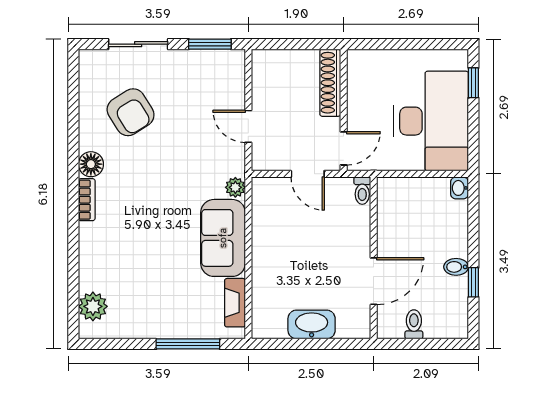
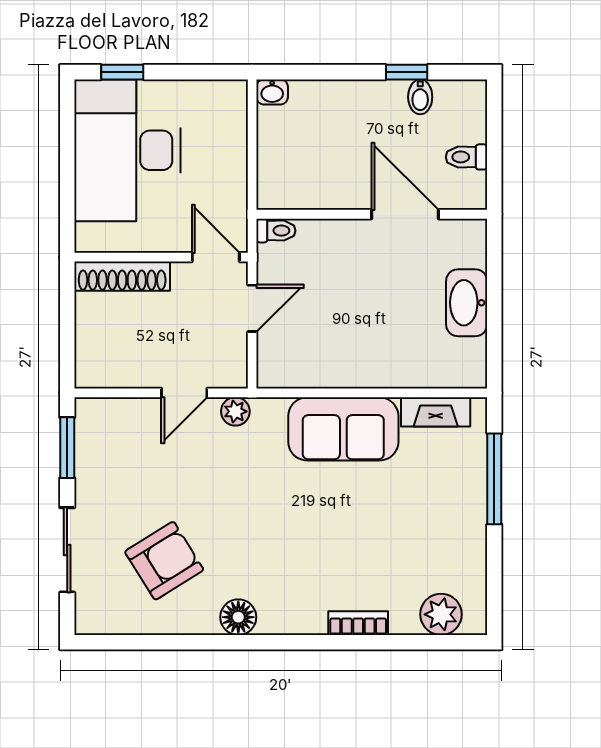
desk: (431, 121) -> (128, 150), moved, turned -90
plant: (235, 187) -> (235, 411), moved
bookcase: (87, 200) -> (358, 623), moved
bidet: (456, 267) -> (420, 97), moved

